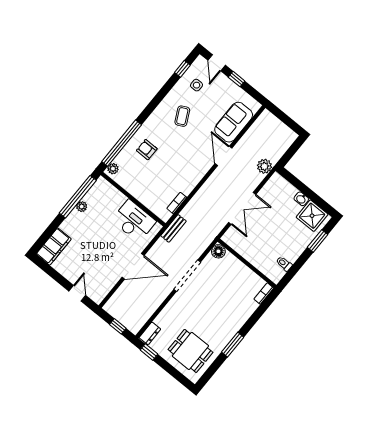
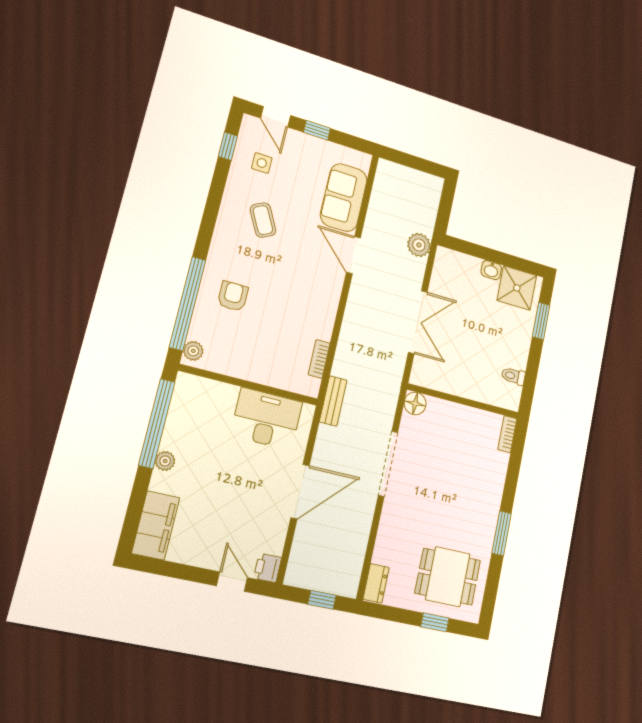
armchair: (147, 150) -> (233, 296), turned 90
plant: (82, 207) -> (165, 461), moved
printer: (98, 296) -> (268, 568), added
window: (149, 352) -> (435, 622), moved

